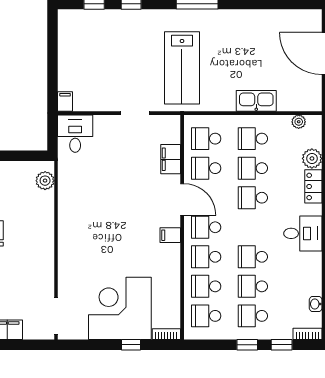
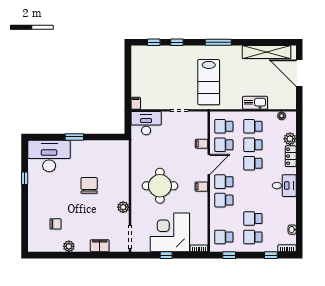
shelving: (275, 20) -> (267, 52), added
desk: (75, 134) -> (146, 123), width x1.37
filing cabinet: (171, 159) -> (202, 144), width x0.50
plant: (45, 181) -> (123, 207), moved
door: (182, 199) -> (209, 164), hinge flipped
round table: (104, 234) -> (160, 186), added
school desk: (253, 257) -> (253, 200), removed
school desk: (206, 286) -> (224, 219), removed
window: (131, 345) -> (166, 255), moved
window: (247, 345) -> (229, 255), moved

